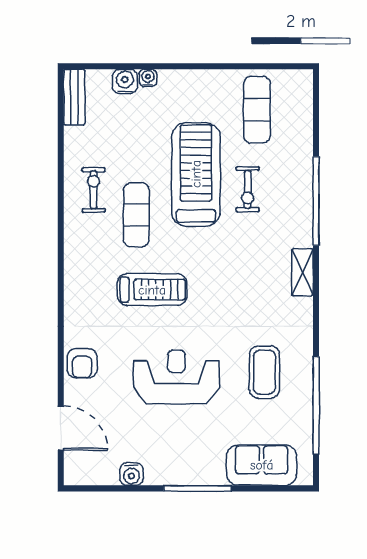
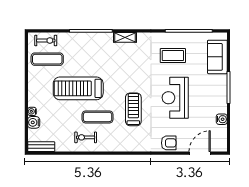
exercise bike: (248, 189) -> (46, 40), moved

